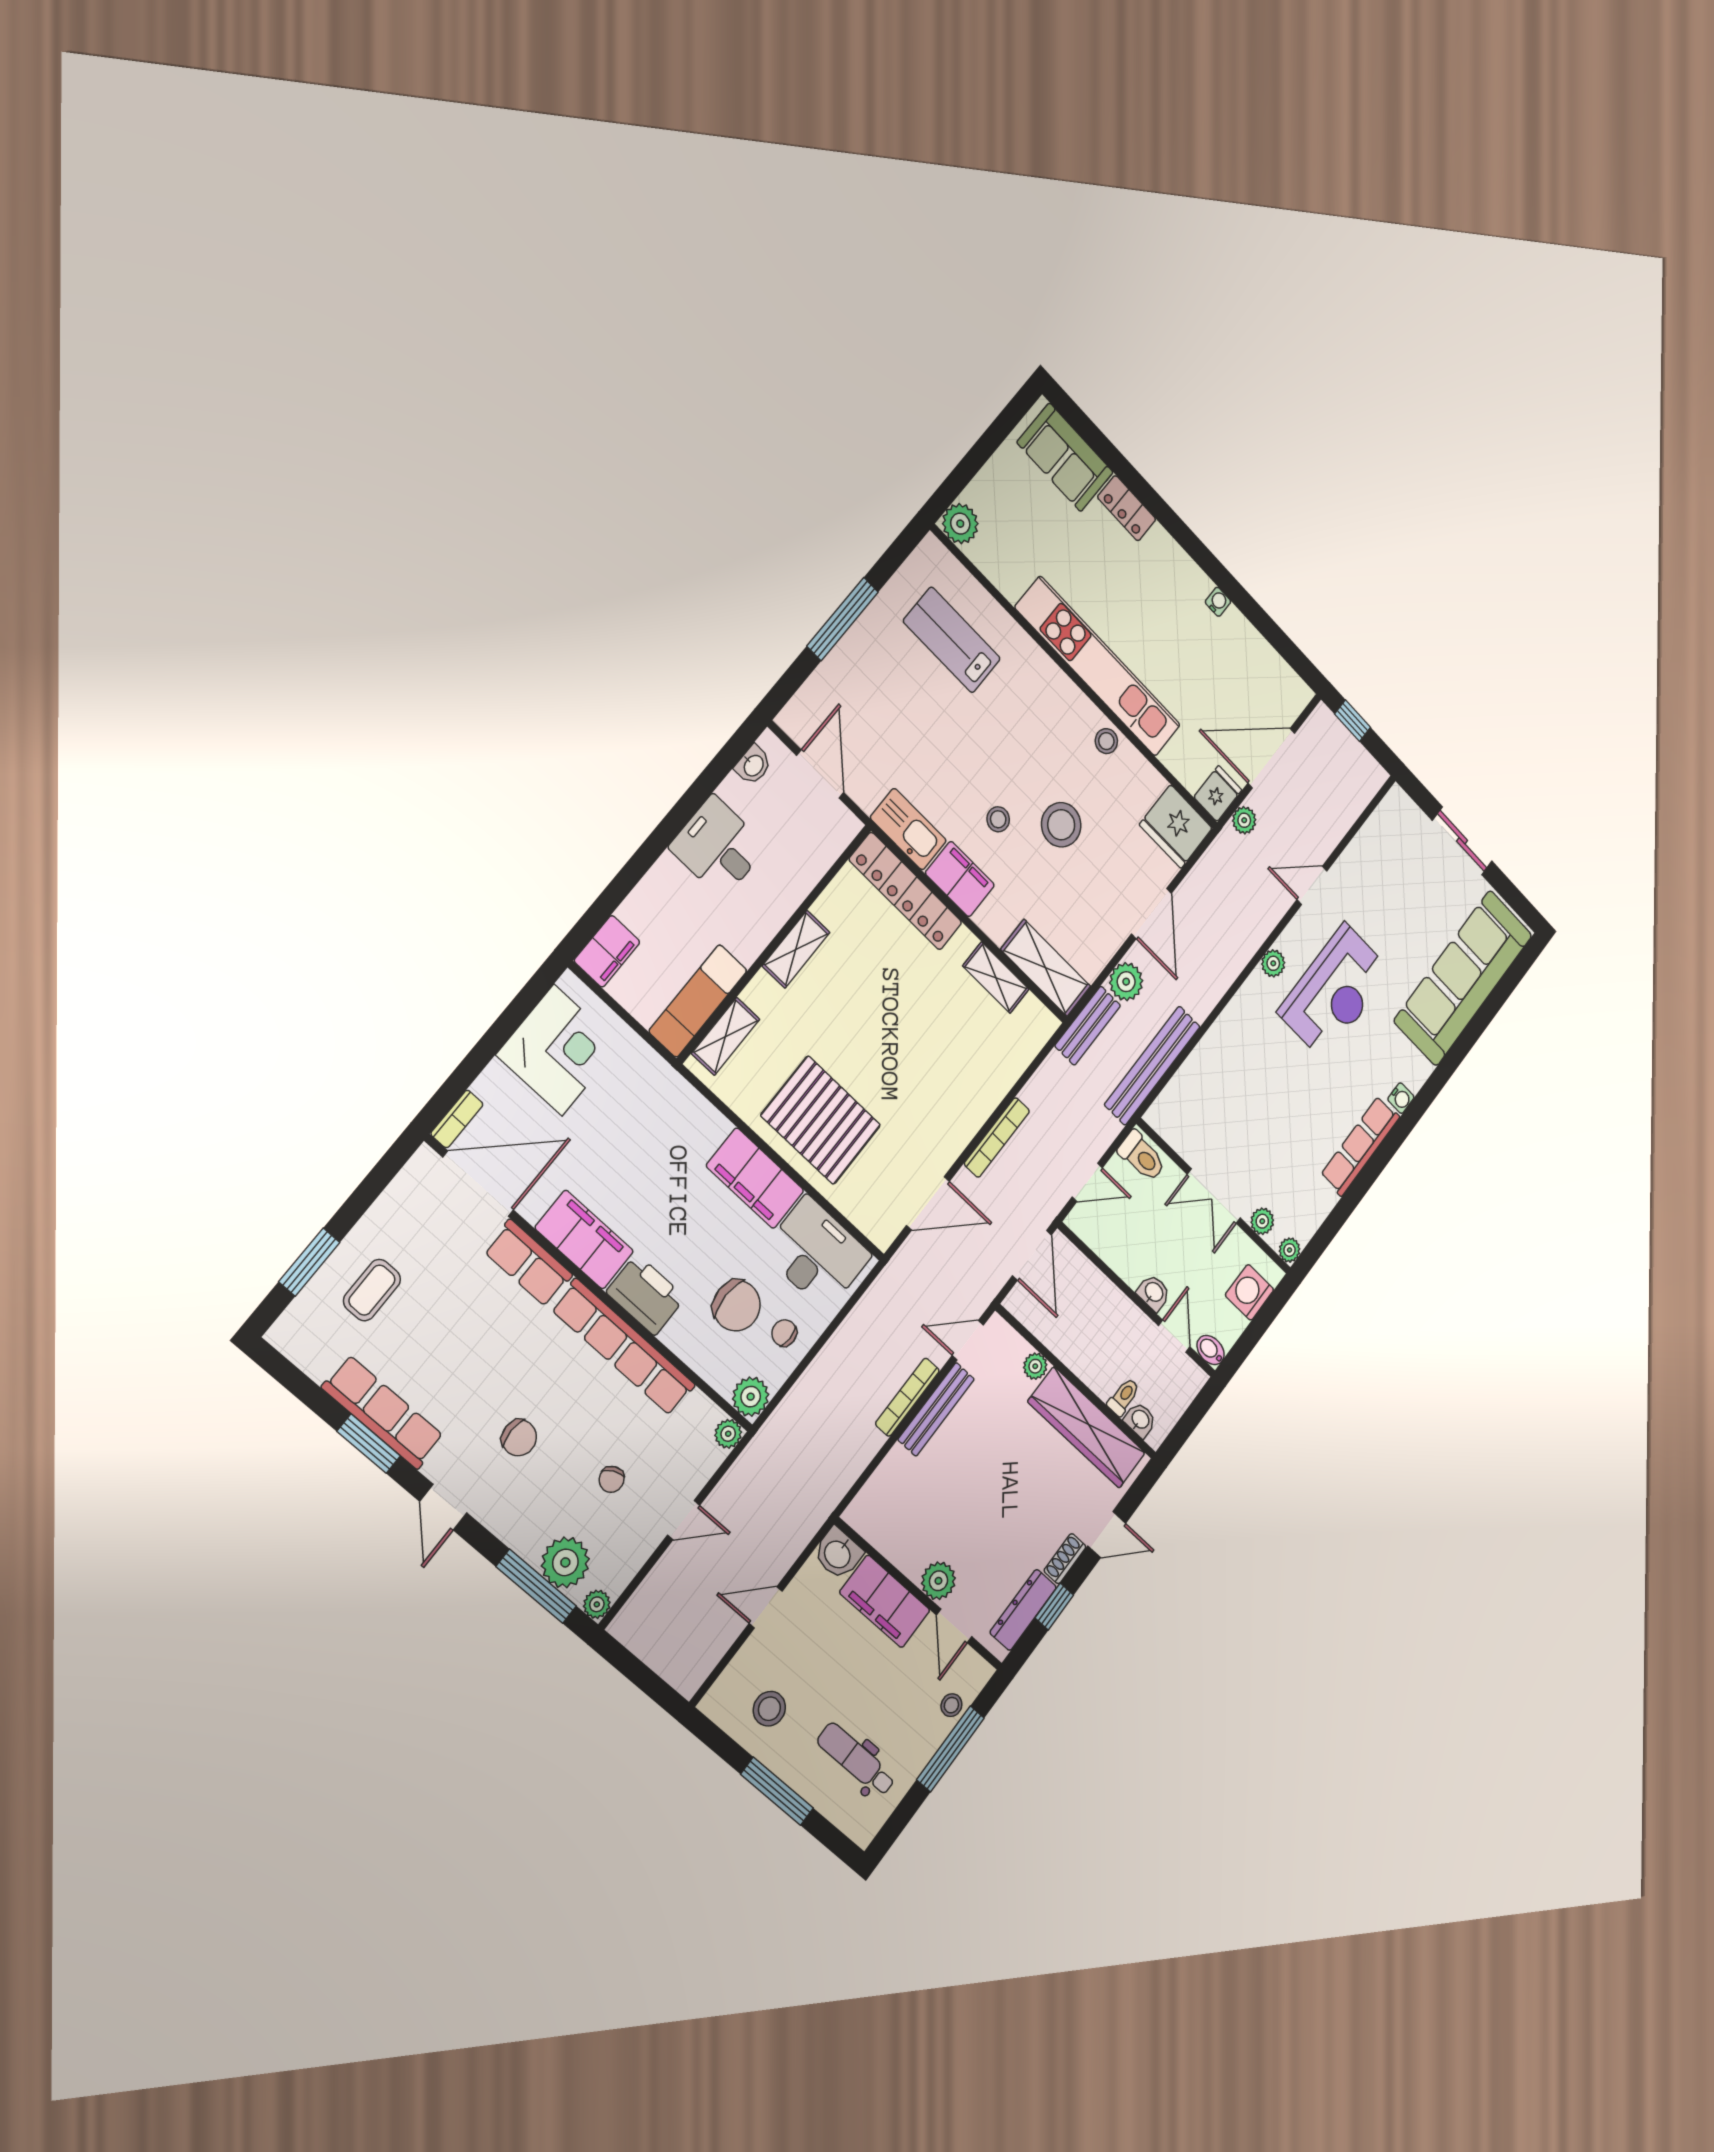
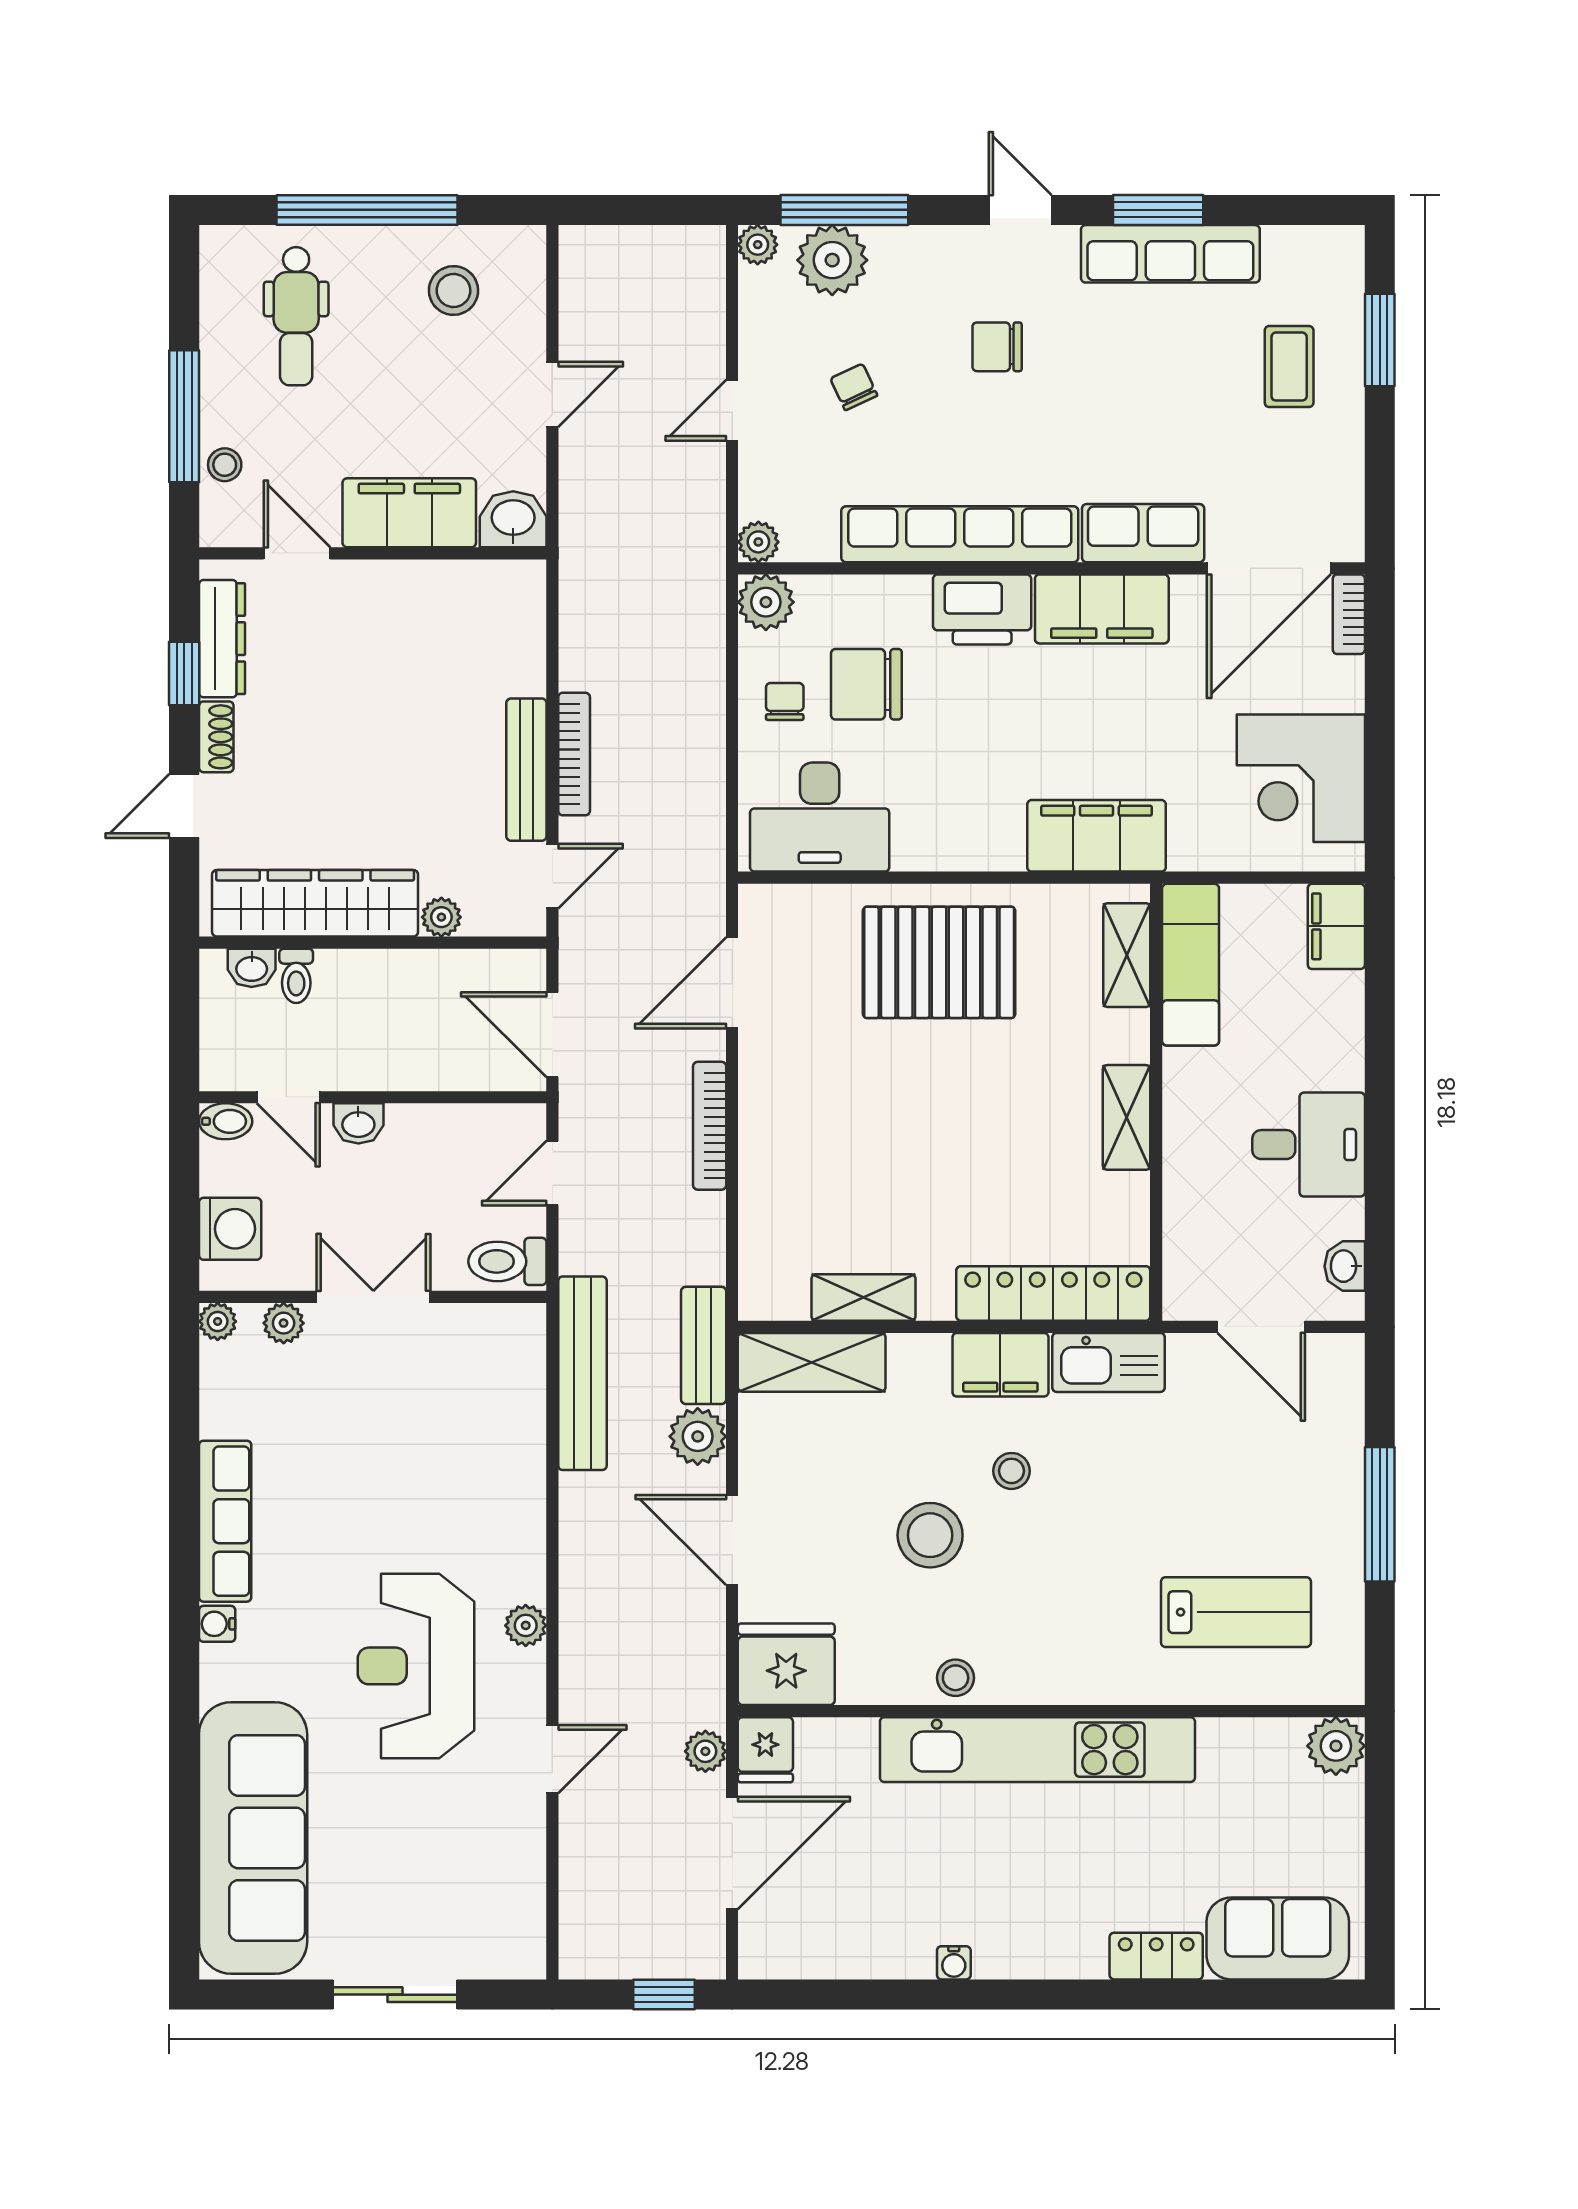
filing cabinet: (755, 1178) -> (1097, 836), moved
chair: (784, 1333) -> (785, 701), turned -90
plant: (938, 1581) -> (360, 587), removed
dental chair: (856, 1760) -> (296, 316), turned 90
window: (777, 1791) -> (367, 210), width x1.46

